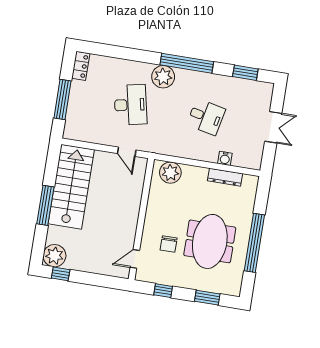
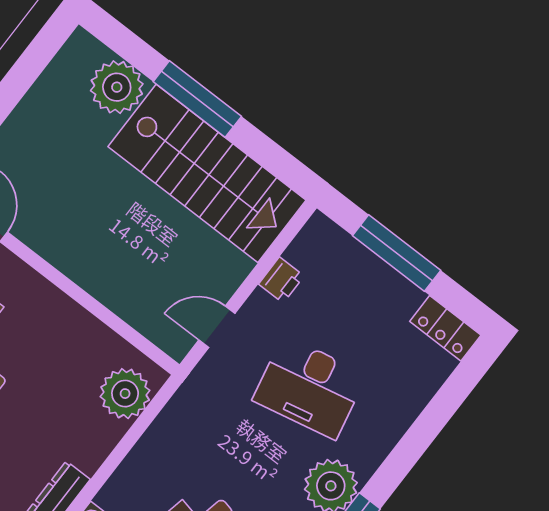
printer: (96, 137) -> (281, 280), added
plant: (54, 256) -> (117, 87), moved
window: (61, 274) -> (39, 54), removed

